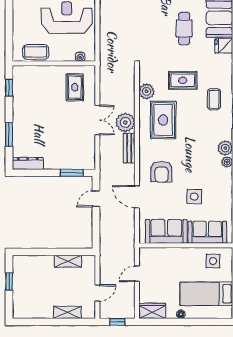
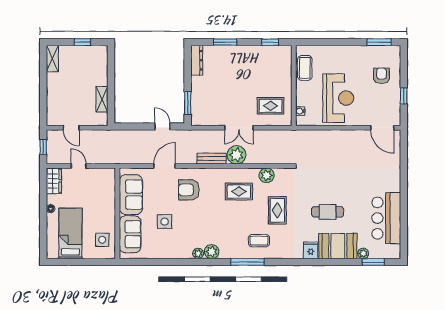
rug: (163, 120) -> (239, 192), width x0.73, depth x0.70
door: (137, 274) -> (79, 166), moved
shelving: (67, 312) -> (52, 59), moved

